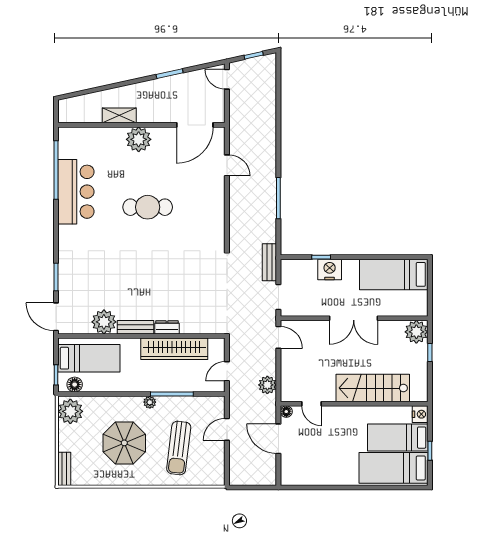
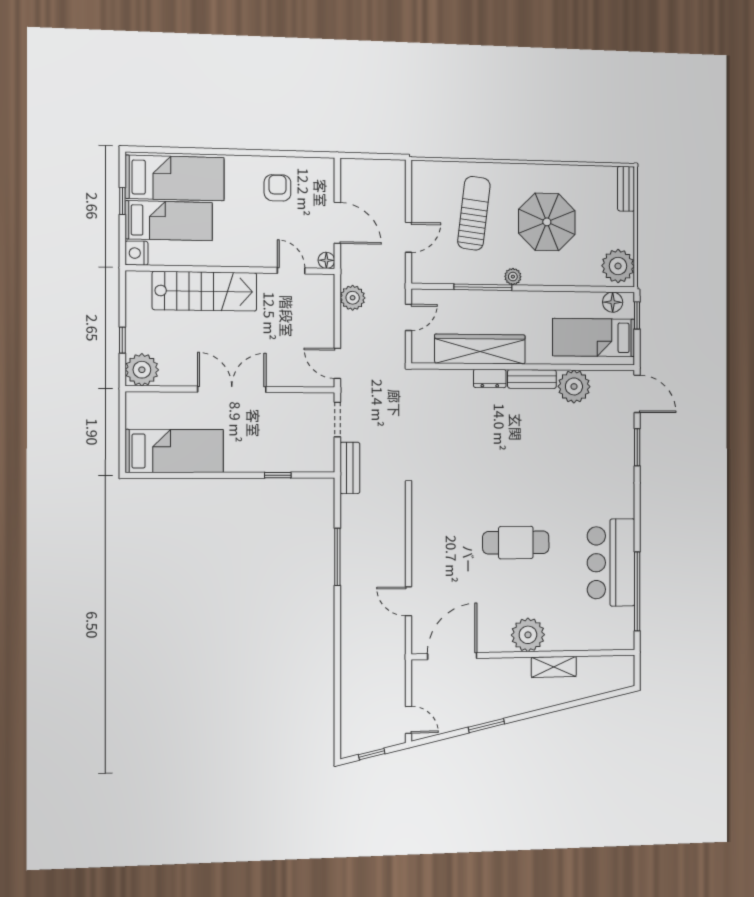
nightstand: (330, 269) -> (266, 458), removed
armchair: (321, 463) -> (277, 188), added

